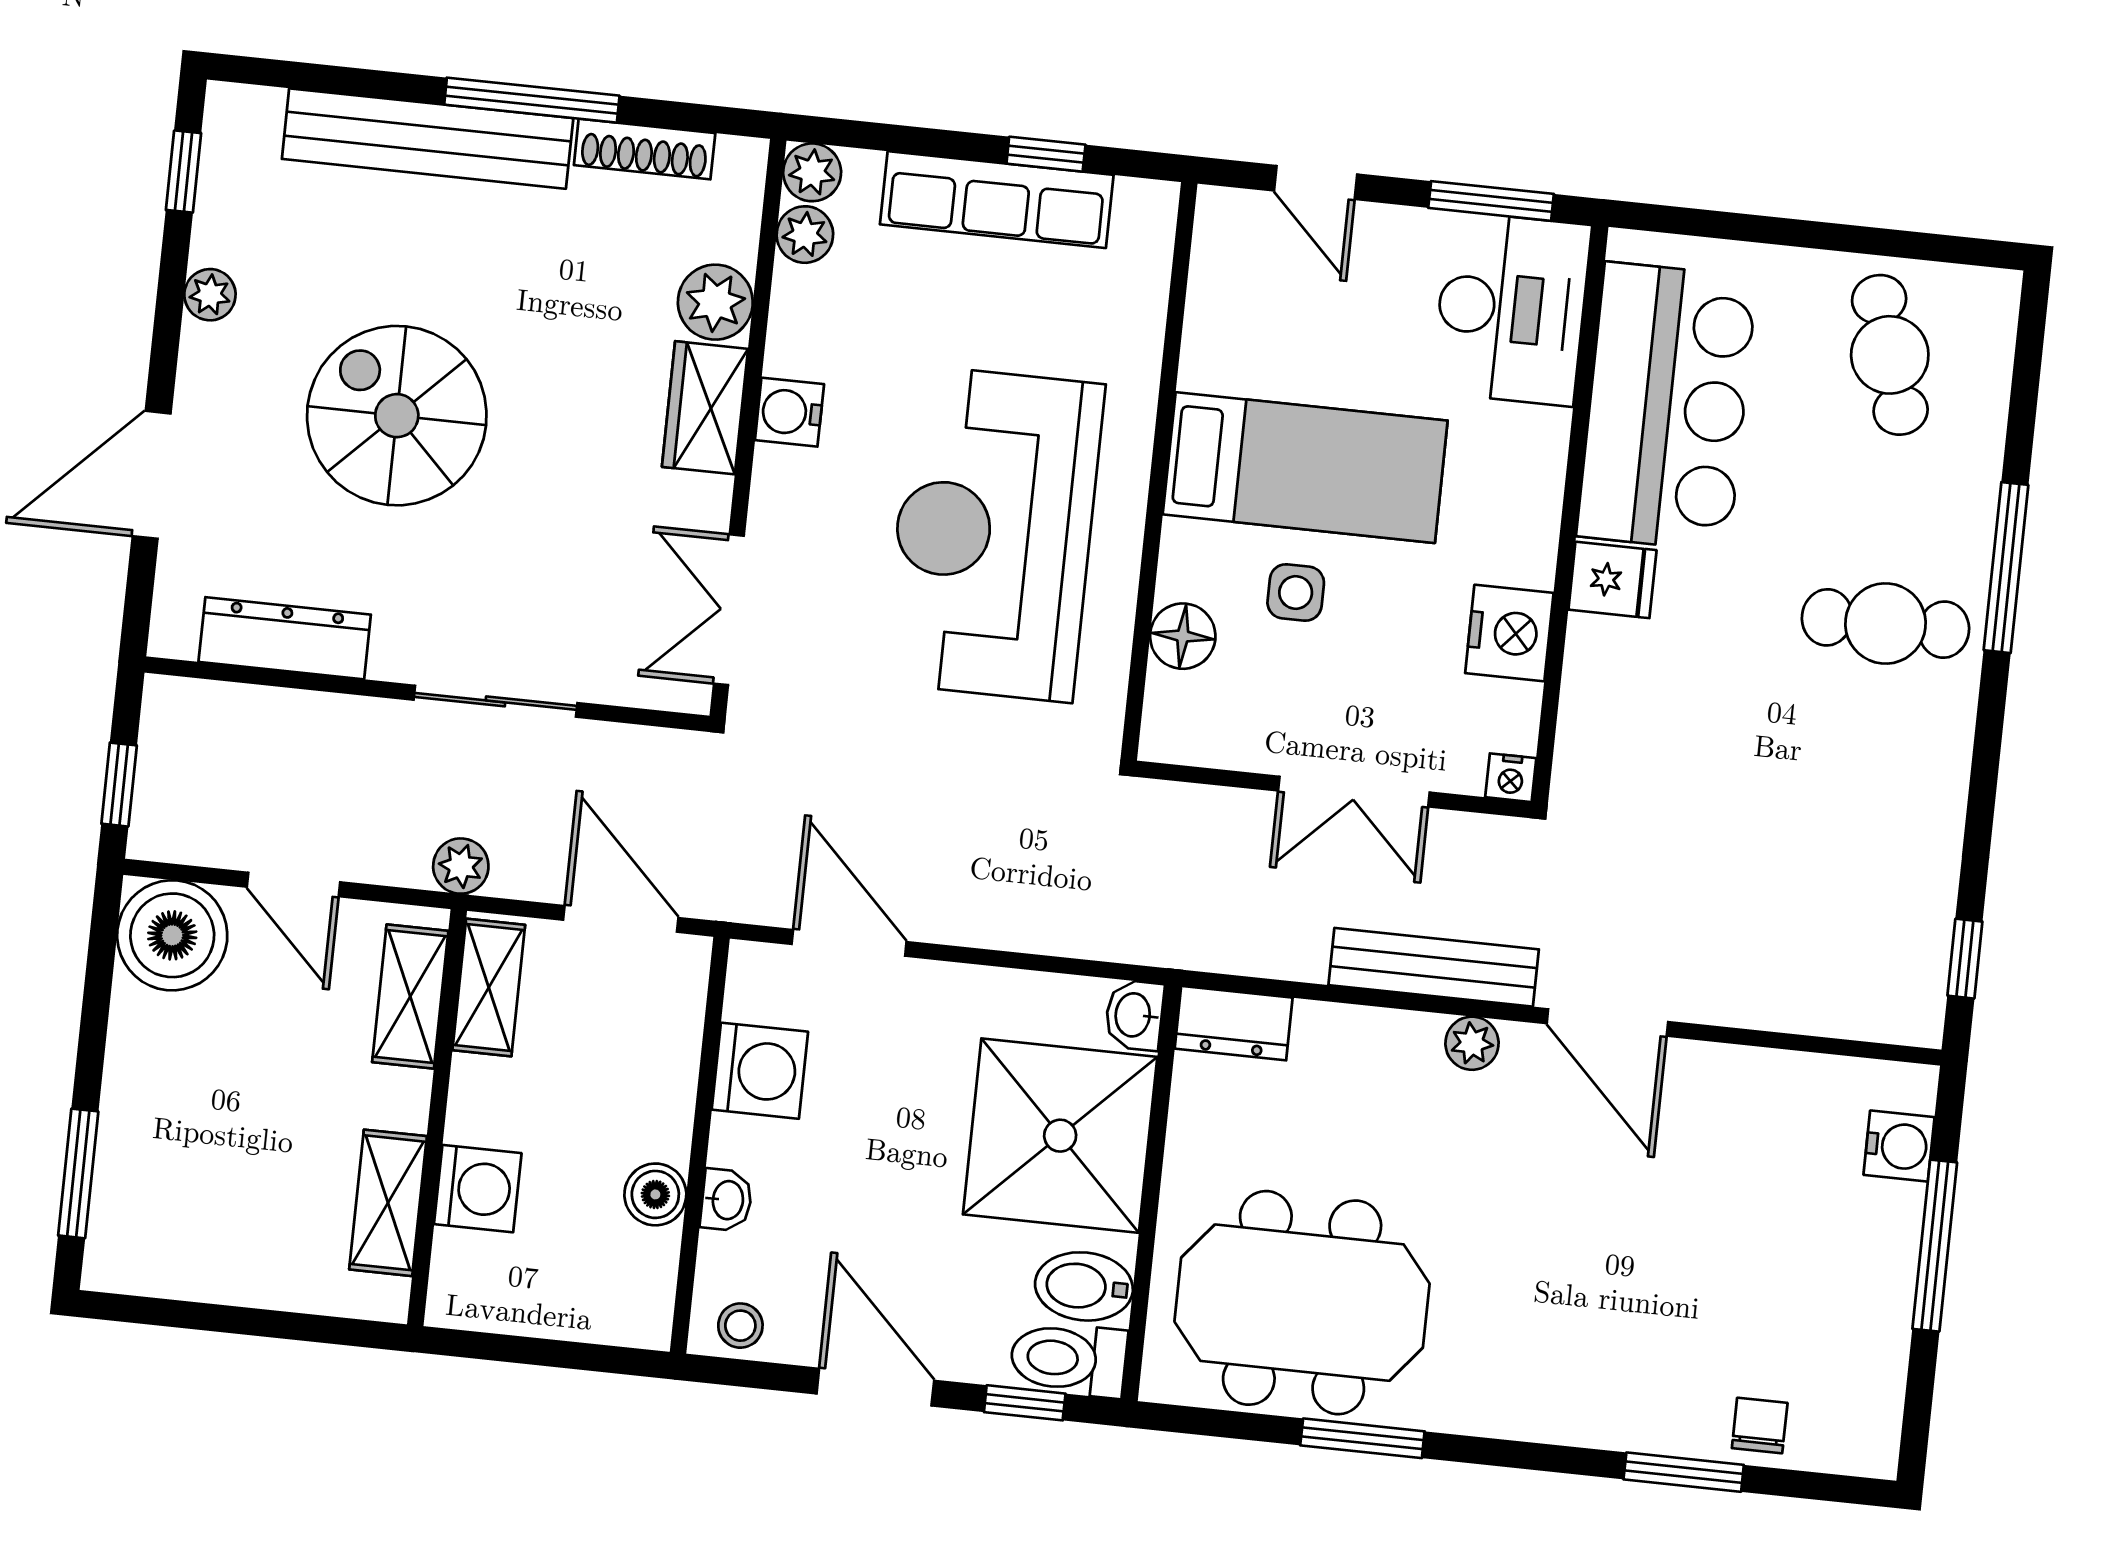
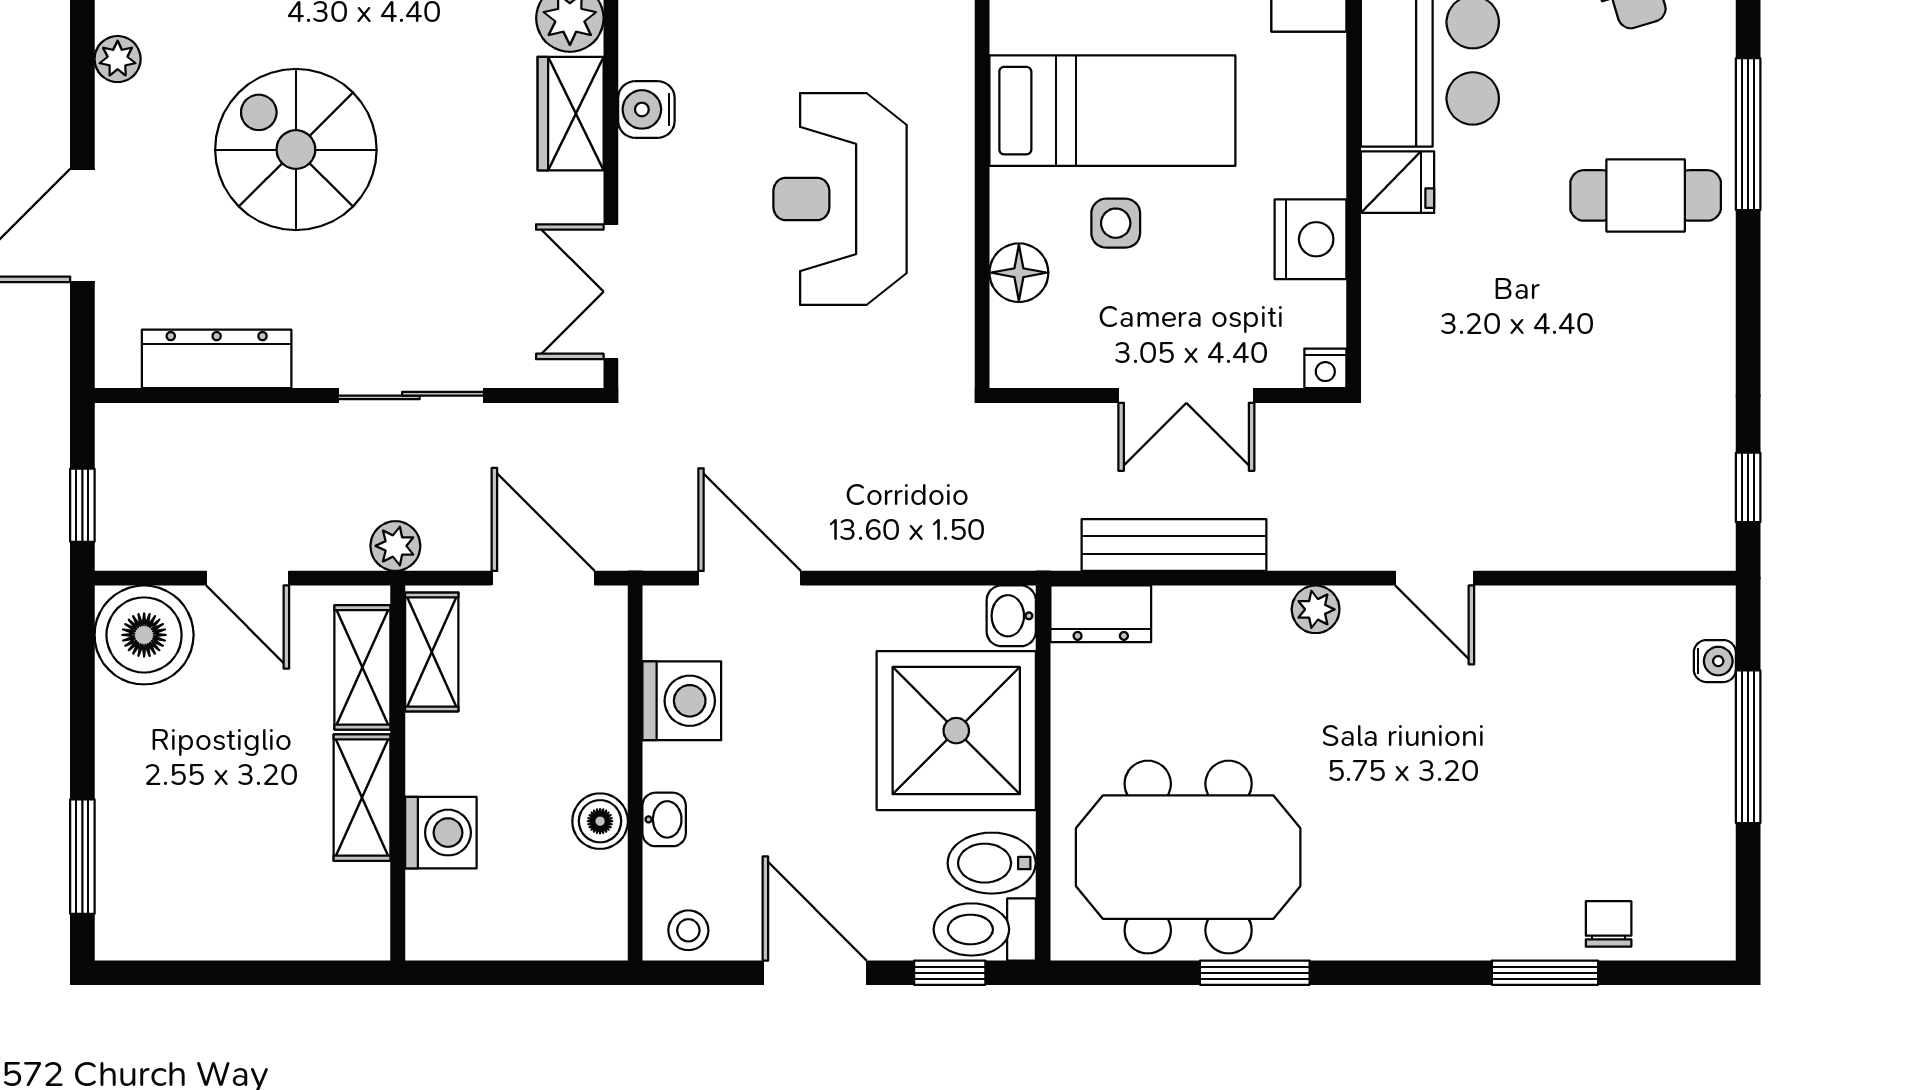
reception desk: (993, 534) -> (840, 199), width x0.74, depth x0.77
bench: (1434, 967) -> (1174, 545), moved
door: (1607, 1023) -> (1435, 578), width x0.73
water cooler: (1899, 1146) -> (1715, 661), width x0.72, depth x0.72
shelving: (388, 1203) -> (362, 798), moved

